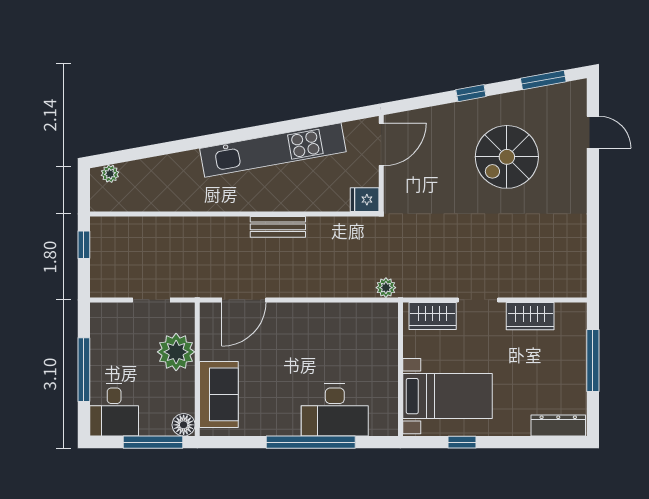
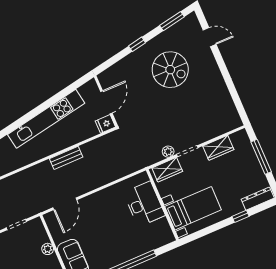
door: (381, 144) -> (106, 102), moved
spiral stairs: (507, 157) -> (170, 70), turned -90
plant: (386, 288) -> (168, 152), moved
plant: (176, 352) -> (48, 249), width x0.53, depth x0.53
desk: (335, 410) -> (144, 204), moved, turned -90
window: (462, 442) -> (240, 216), moved

